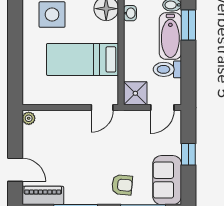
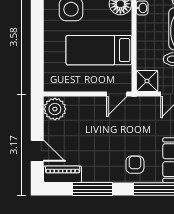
plant: (29, 118) -> (55, 109), width x1.87, depth x1.87
armchair: (122, 185) -> (135, 165), turned -95

